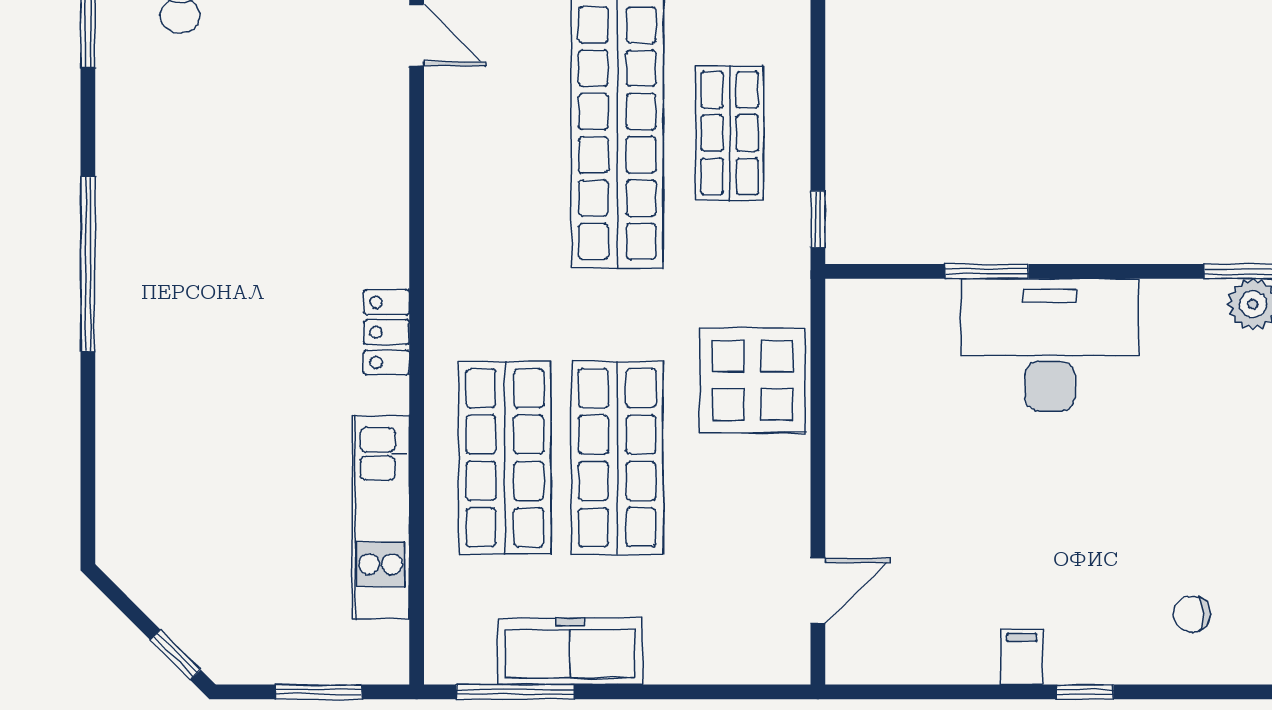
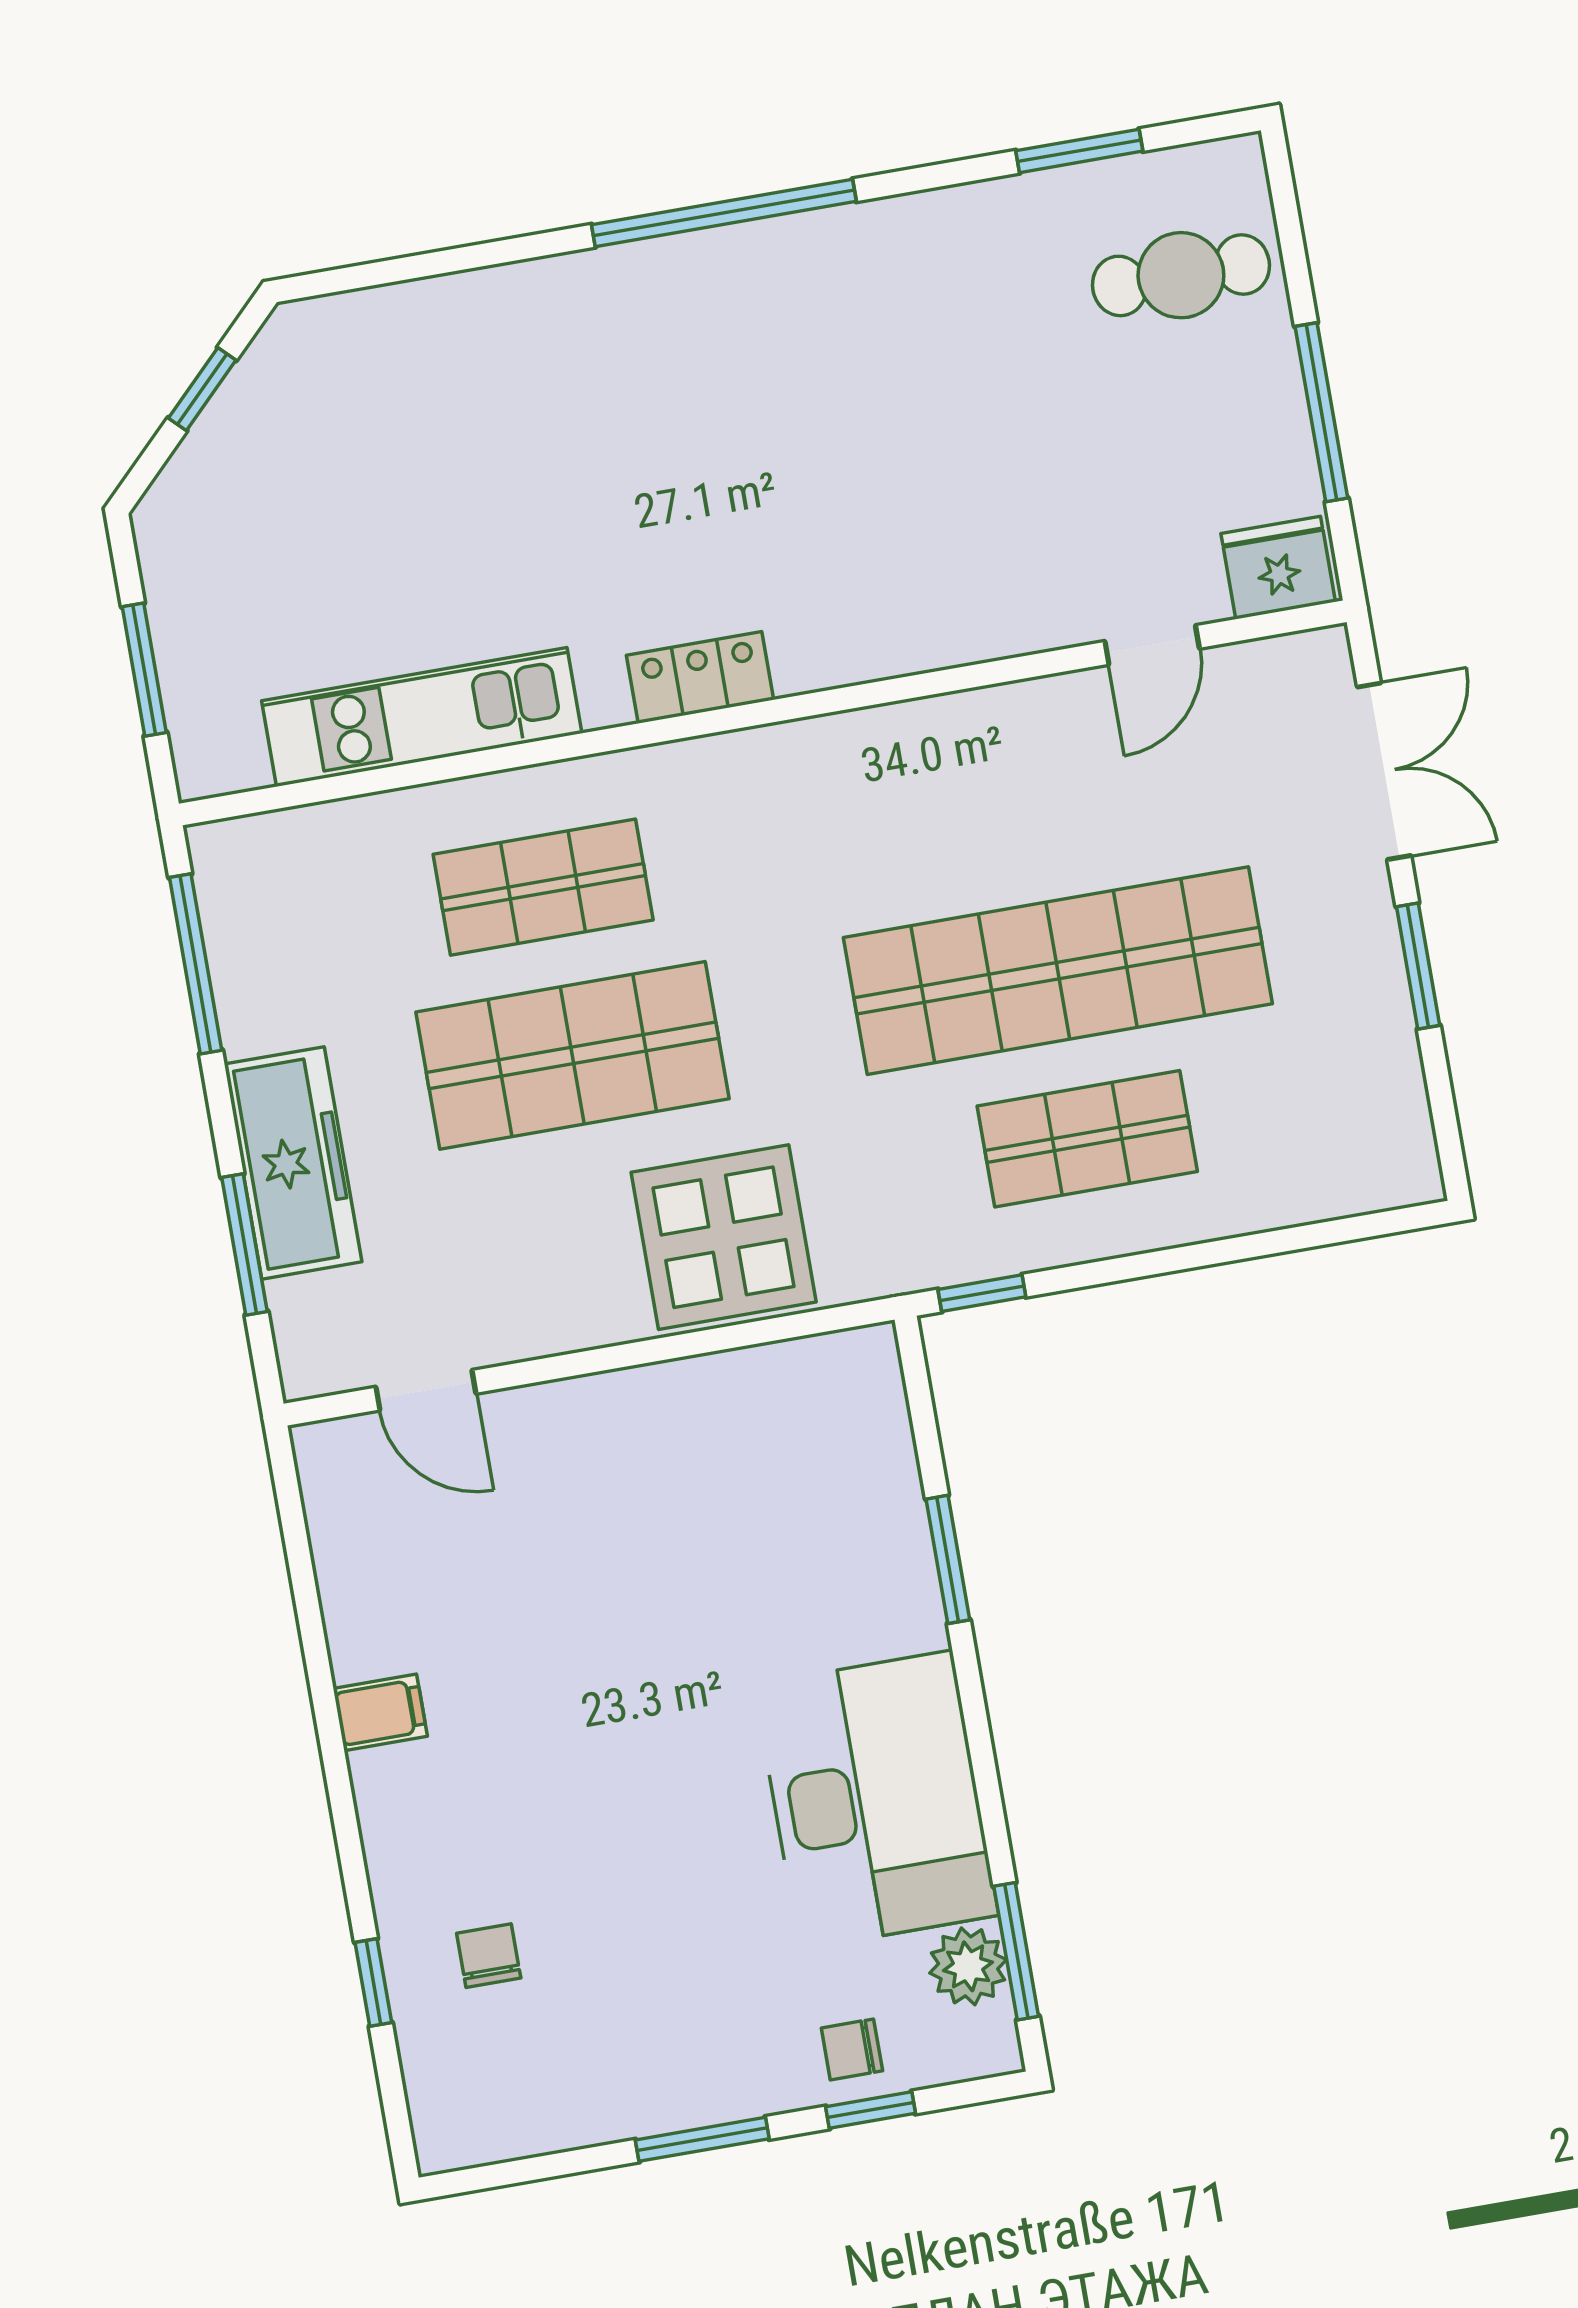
desk: (1050, 345) -> (876, 1800), moved
shop shelf: (505, 458) -> (543, 887), width x0.70, depth x0.74
freezer: (570, 651) -> (293, 1163), moved
window: (175, 655) -> (202, 389), moved
window: (703, 692) -> (245, 1245), added
window: (1085, 692) -> (373, 1983), moved

